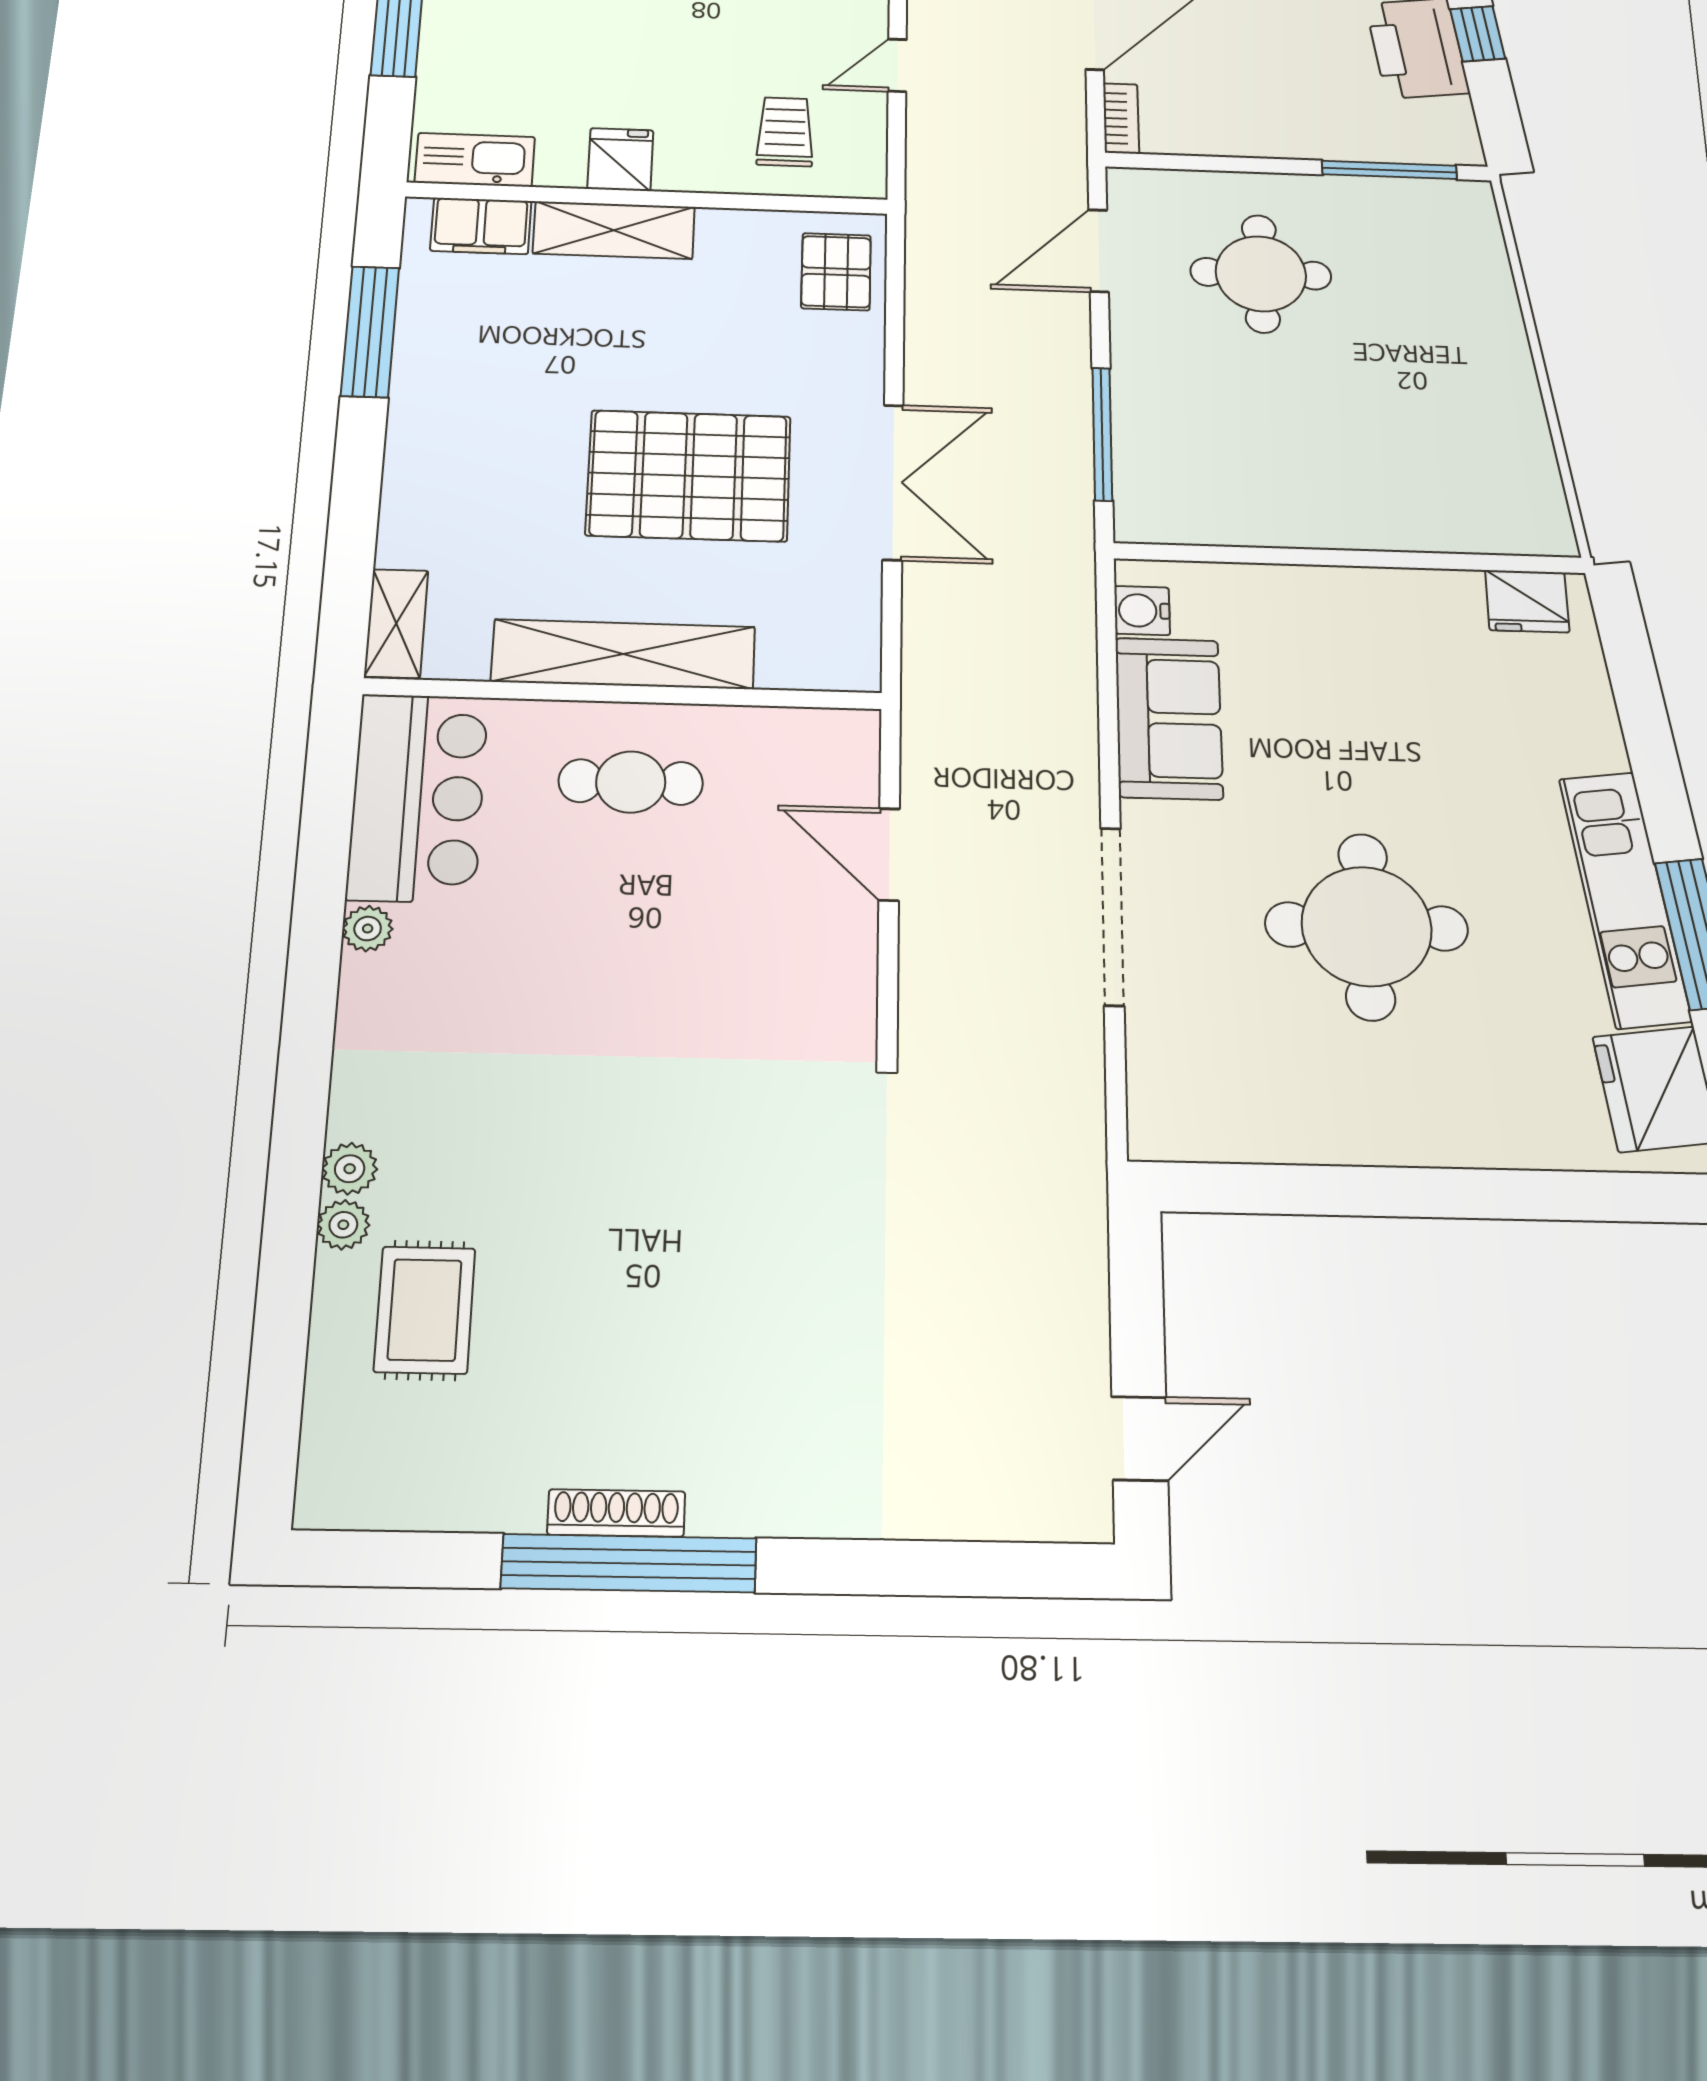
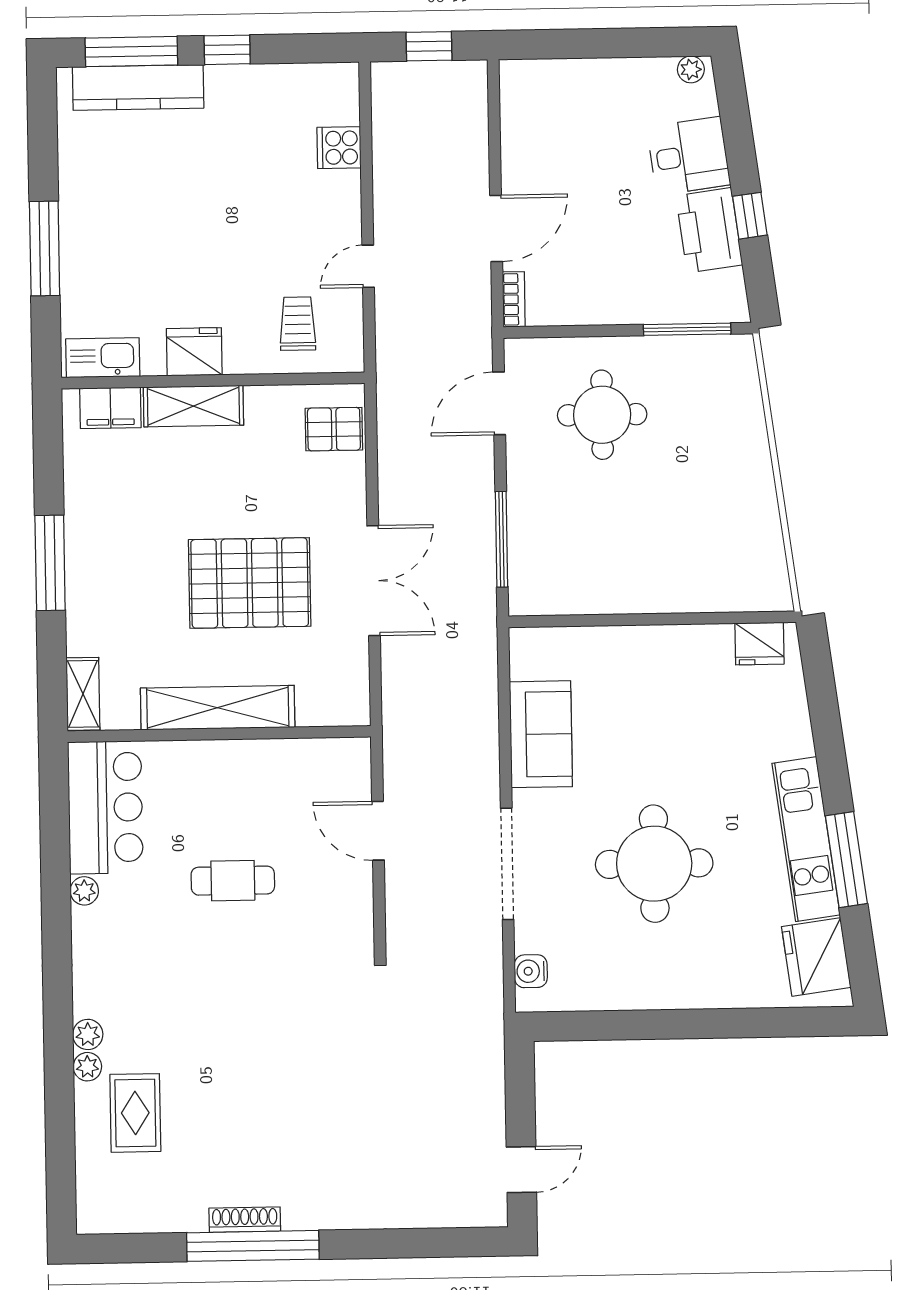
fridge: (620, 160) -> (194, 352), width x1.38
pallet: (836, 272) -> (334, 429), turned 90
window: (370, 331) -> (50, 563), moved
water cooler: (1142, 611) -> (531, 971), moved
cafe table: (631, 782) -> (233, 881), moved

